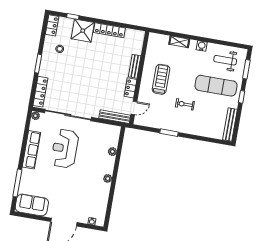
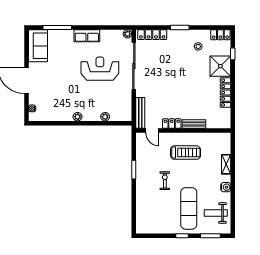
weight bench: (225, 60) -> (216, 213), turned -90
bench: (230, 125) -> (152, 229), removed
row of seats: (31, 150) -> (87, 36), width x0.68

